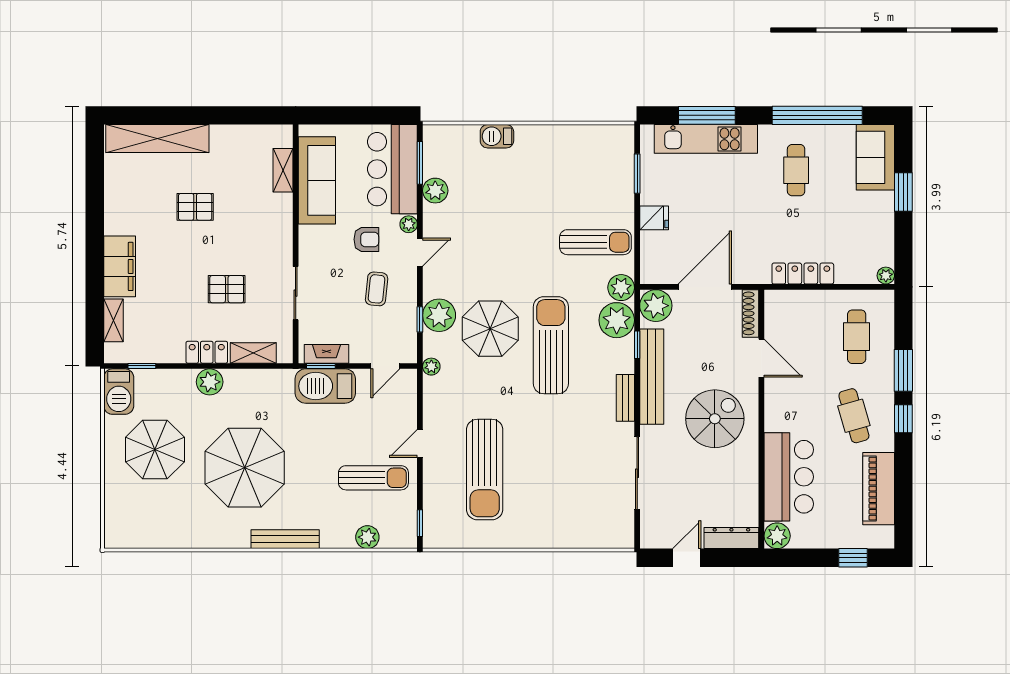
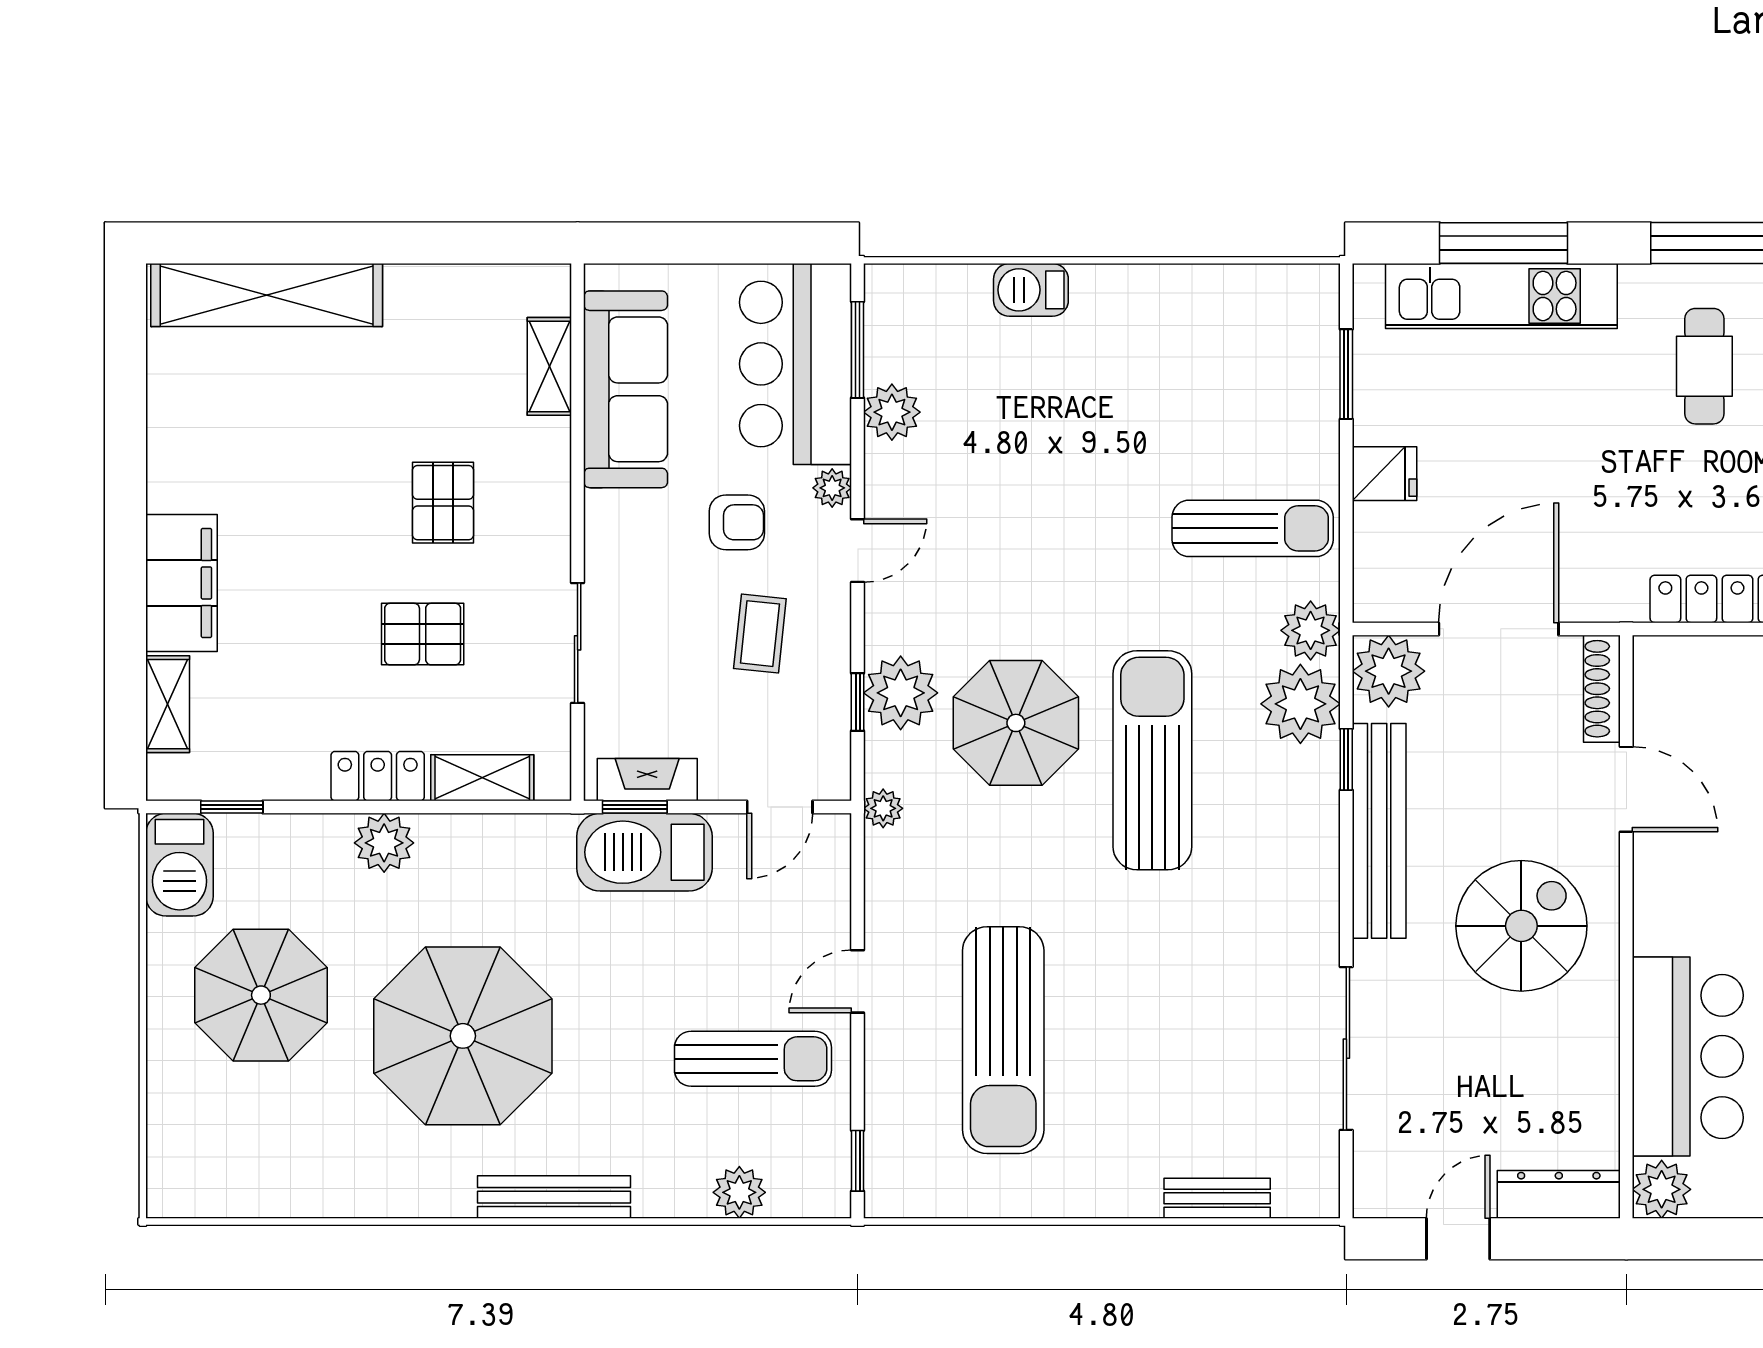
pallet: (195, 207) -> (443, 503), moved, turned 90
bench: (625, 398) -> (1217, 1198), moved, turned 90

